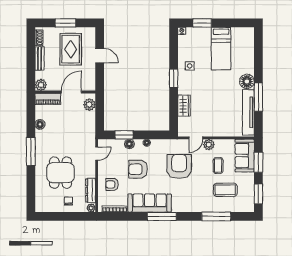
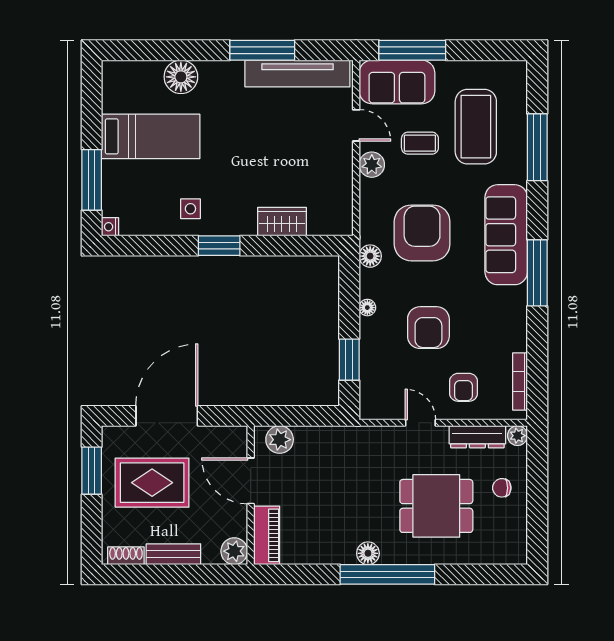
window: (65, 23) -> (92, 471), moved
window: (202, 23) -> (92, 180), width x1.44
door: (100, 56) -> (167, 416), width x1.87
floor lamp: (247, 81) -> (181, 77), moved
floor lamp: (40, 124) -> (368, 553), moved
door: (196, 138) -> (356, 125), moved
floor lamp: (129, 144) -> (370, 256), moved
window: (31, 151) -> (387, 574), width x1.46
door: (97, 154) -> (420, 423), moved
window: (258, 162) -> (412, 50), width x1.44
armchair: (179, 166) -> (422, 233), turned 90
coffee table: (225, 190) -> (476, 127), width x1.36, depth x1.32
window: (258, 194) -> (485, 50), removed
sofa: (150, 203) -> (506, 235), moved

